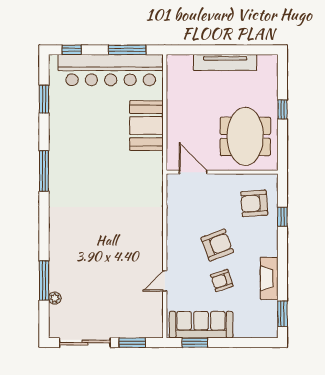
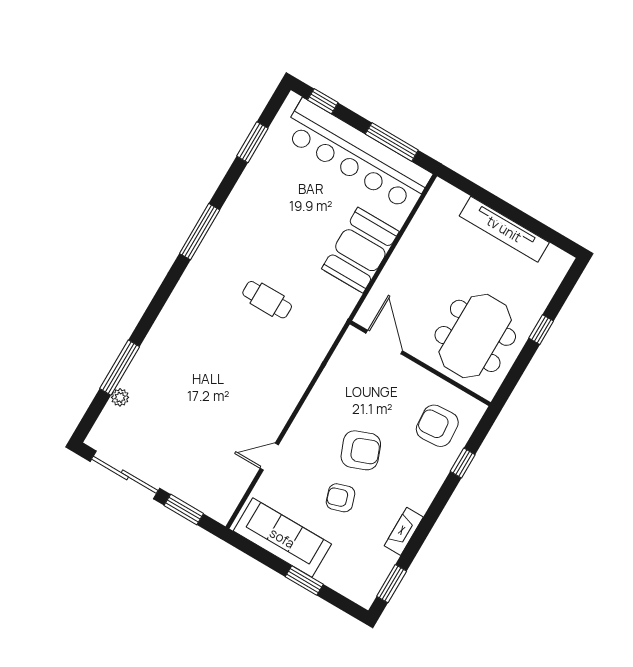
cafe table: (108, 188) -> (267, 300), added
fireplace: (269, 278) -> (404, 531), width x0.73, depth x0.76
window: (195, 343) -> (304, 581), moved

